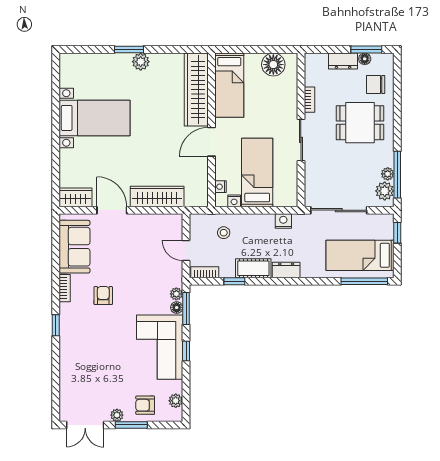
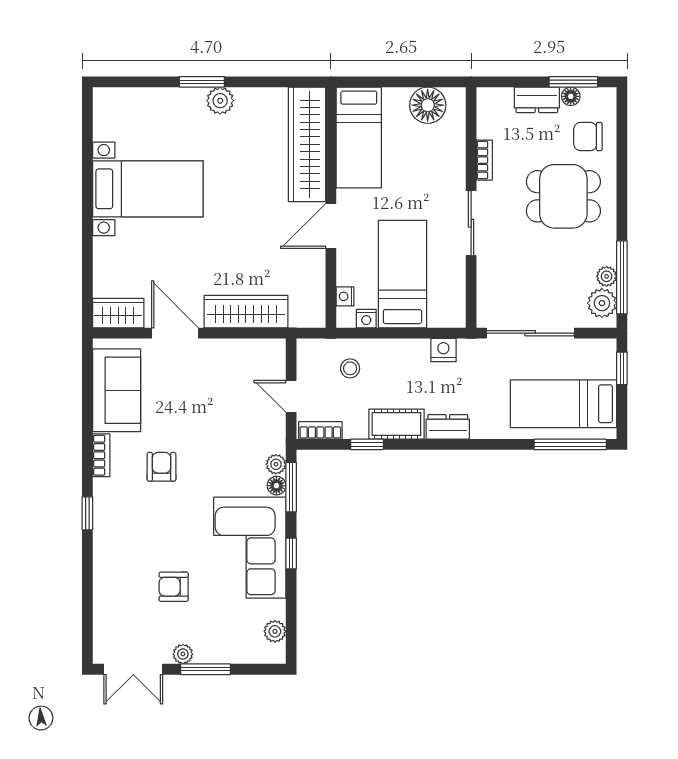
armchair: (145, 405) -> (174, 587), moved

